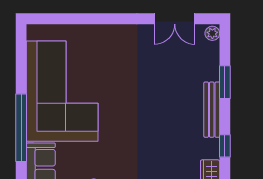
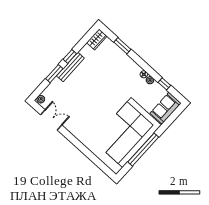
window: (21, 128) -> (143, 150), moved
window: (225, 146) -> (70, 56), moved

